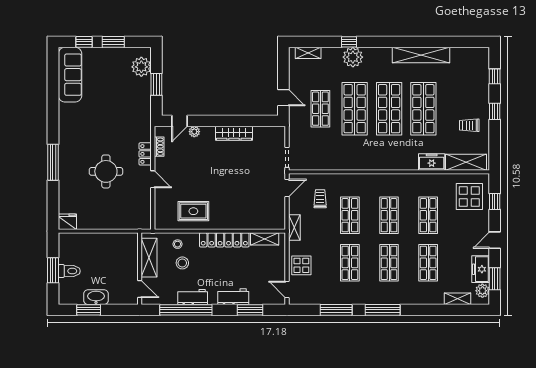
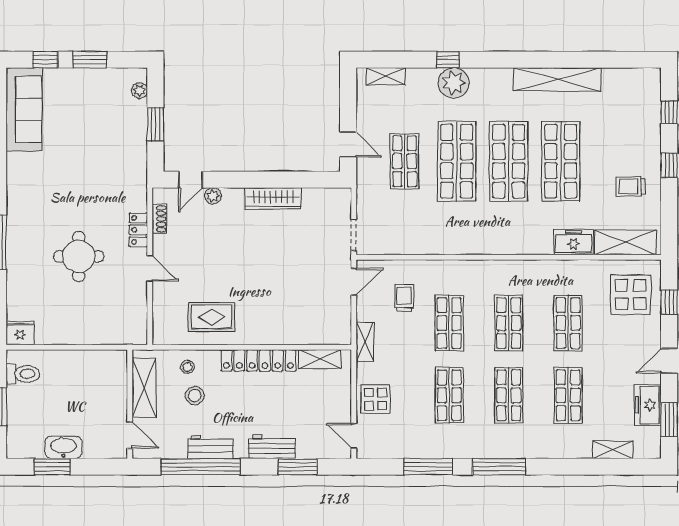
plant: (141, 67) -> (139, 91), width x0.53, depth x0.53
toilet: (69, 271) -> (23, 374), moved
plant: (482, 291) -> (651, 438), removed

